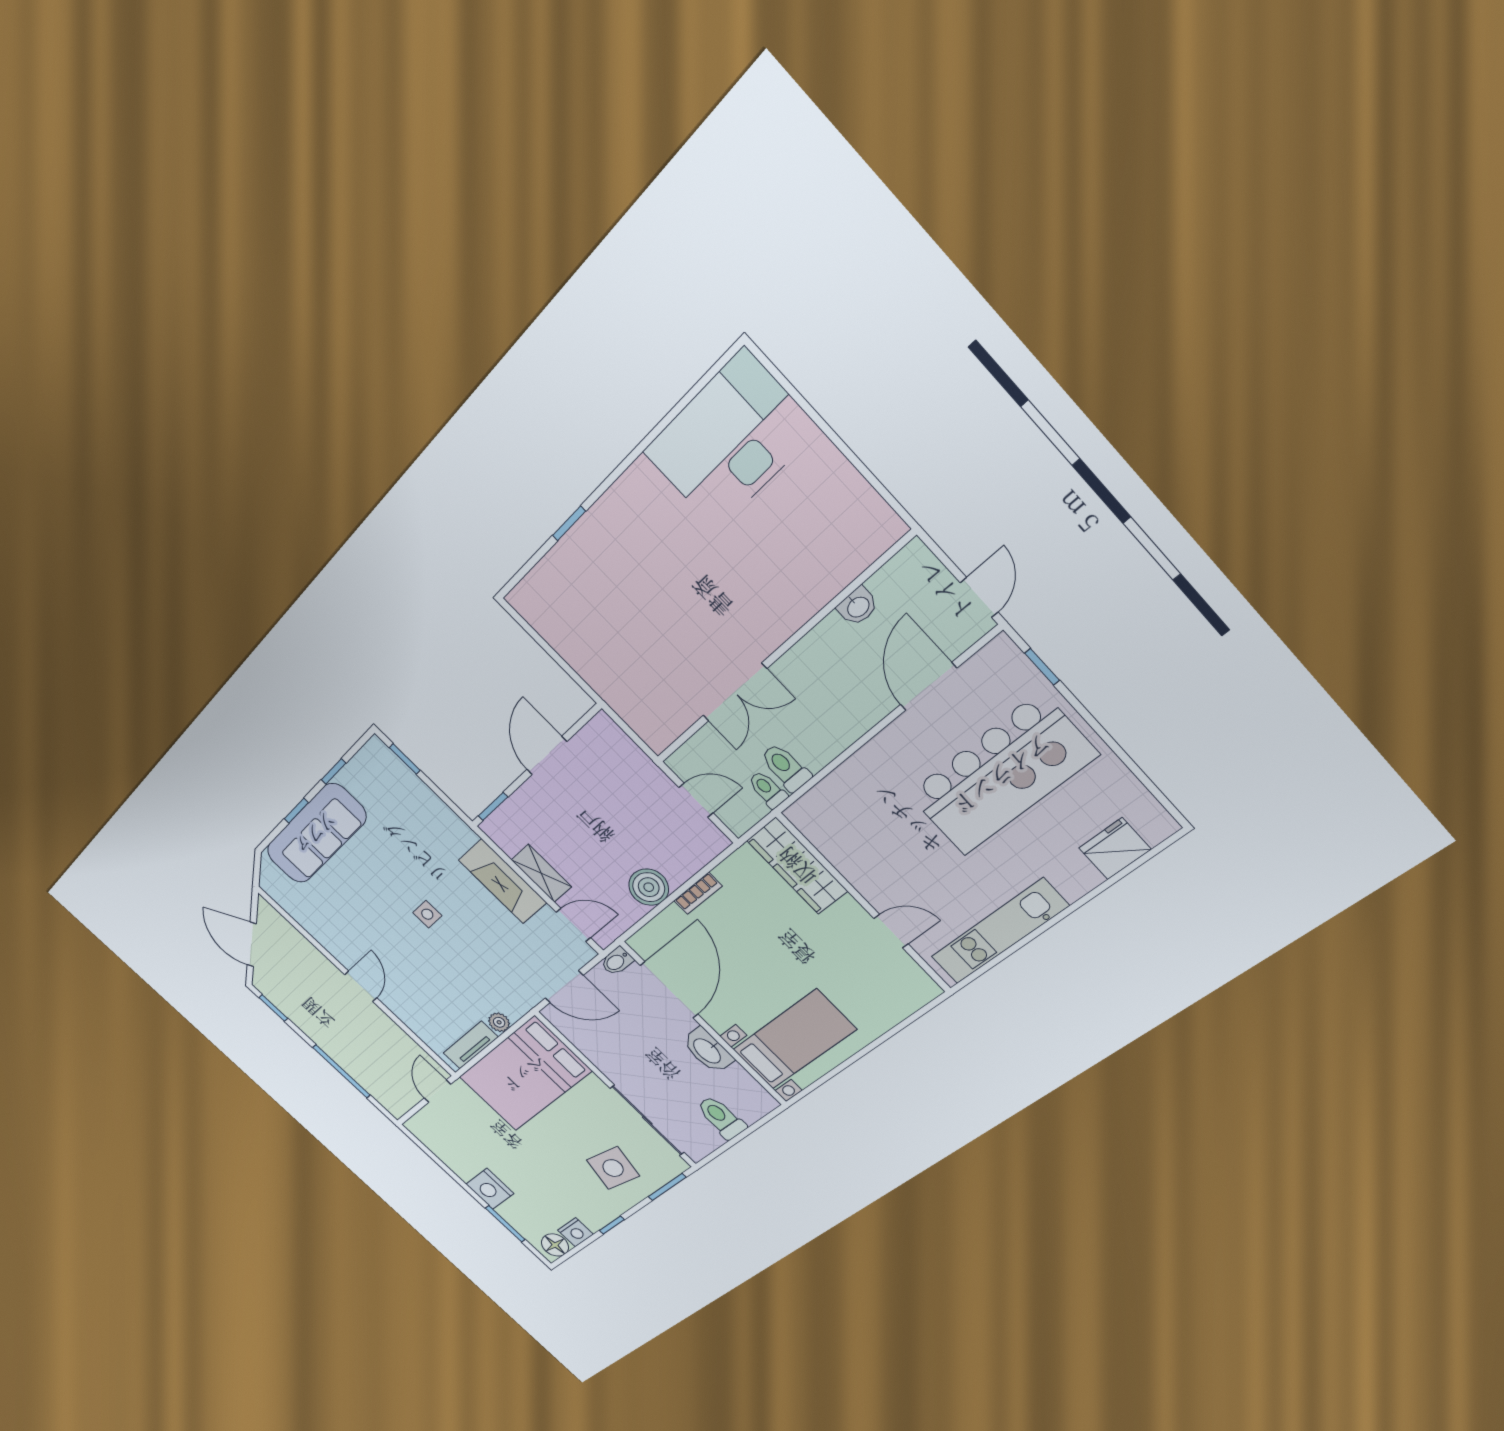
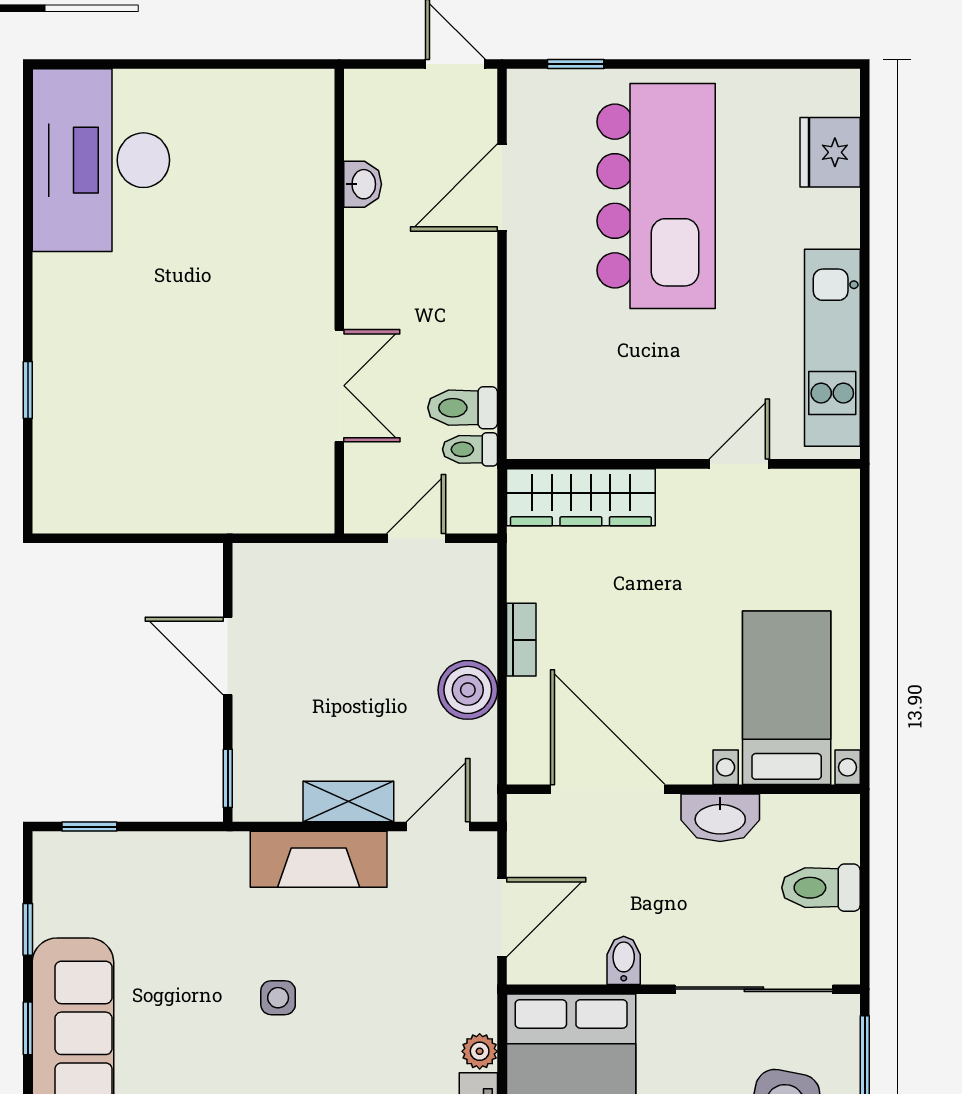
door: (928, 686) -> (502, 187), hinge flipped
bidet: (617, 961) -> (624, 960), moved, turned 180

